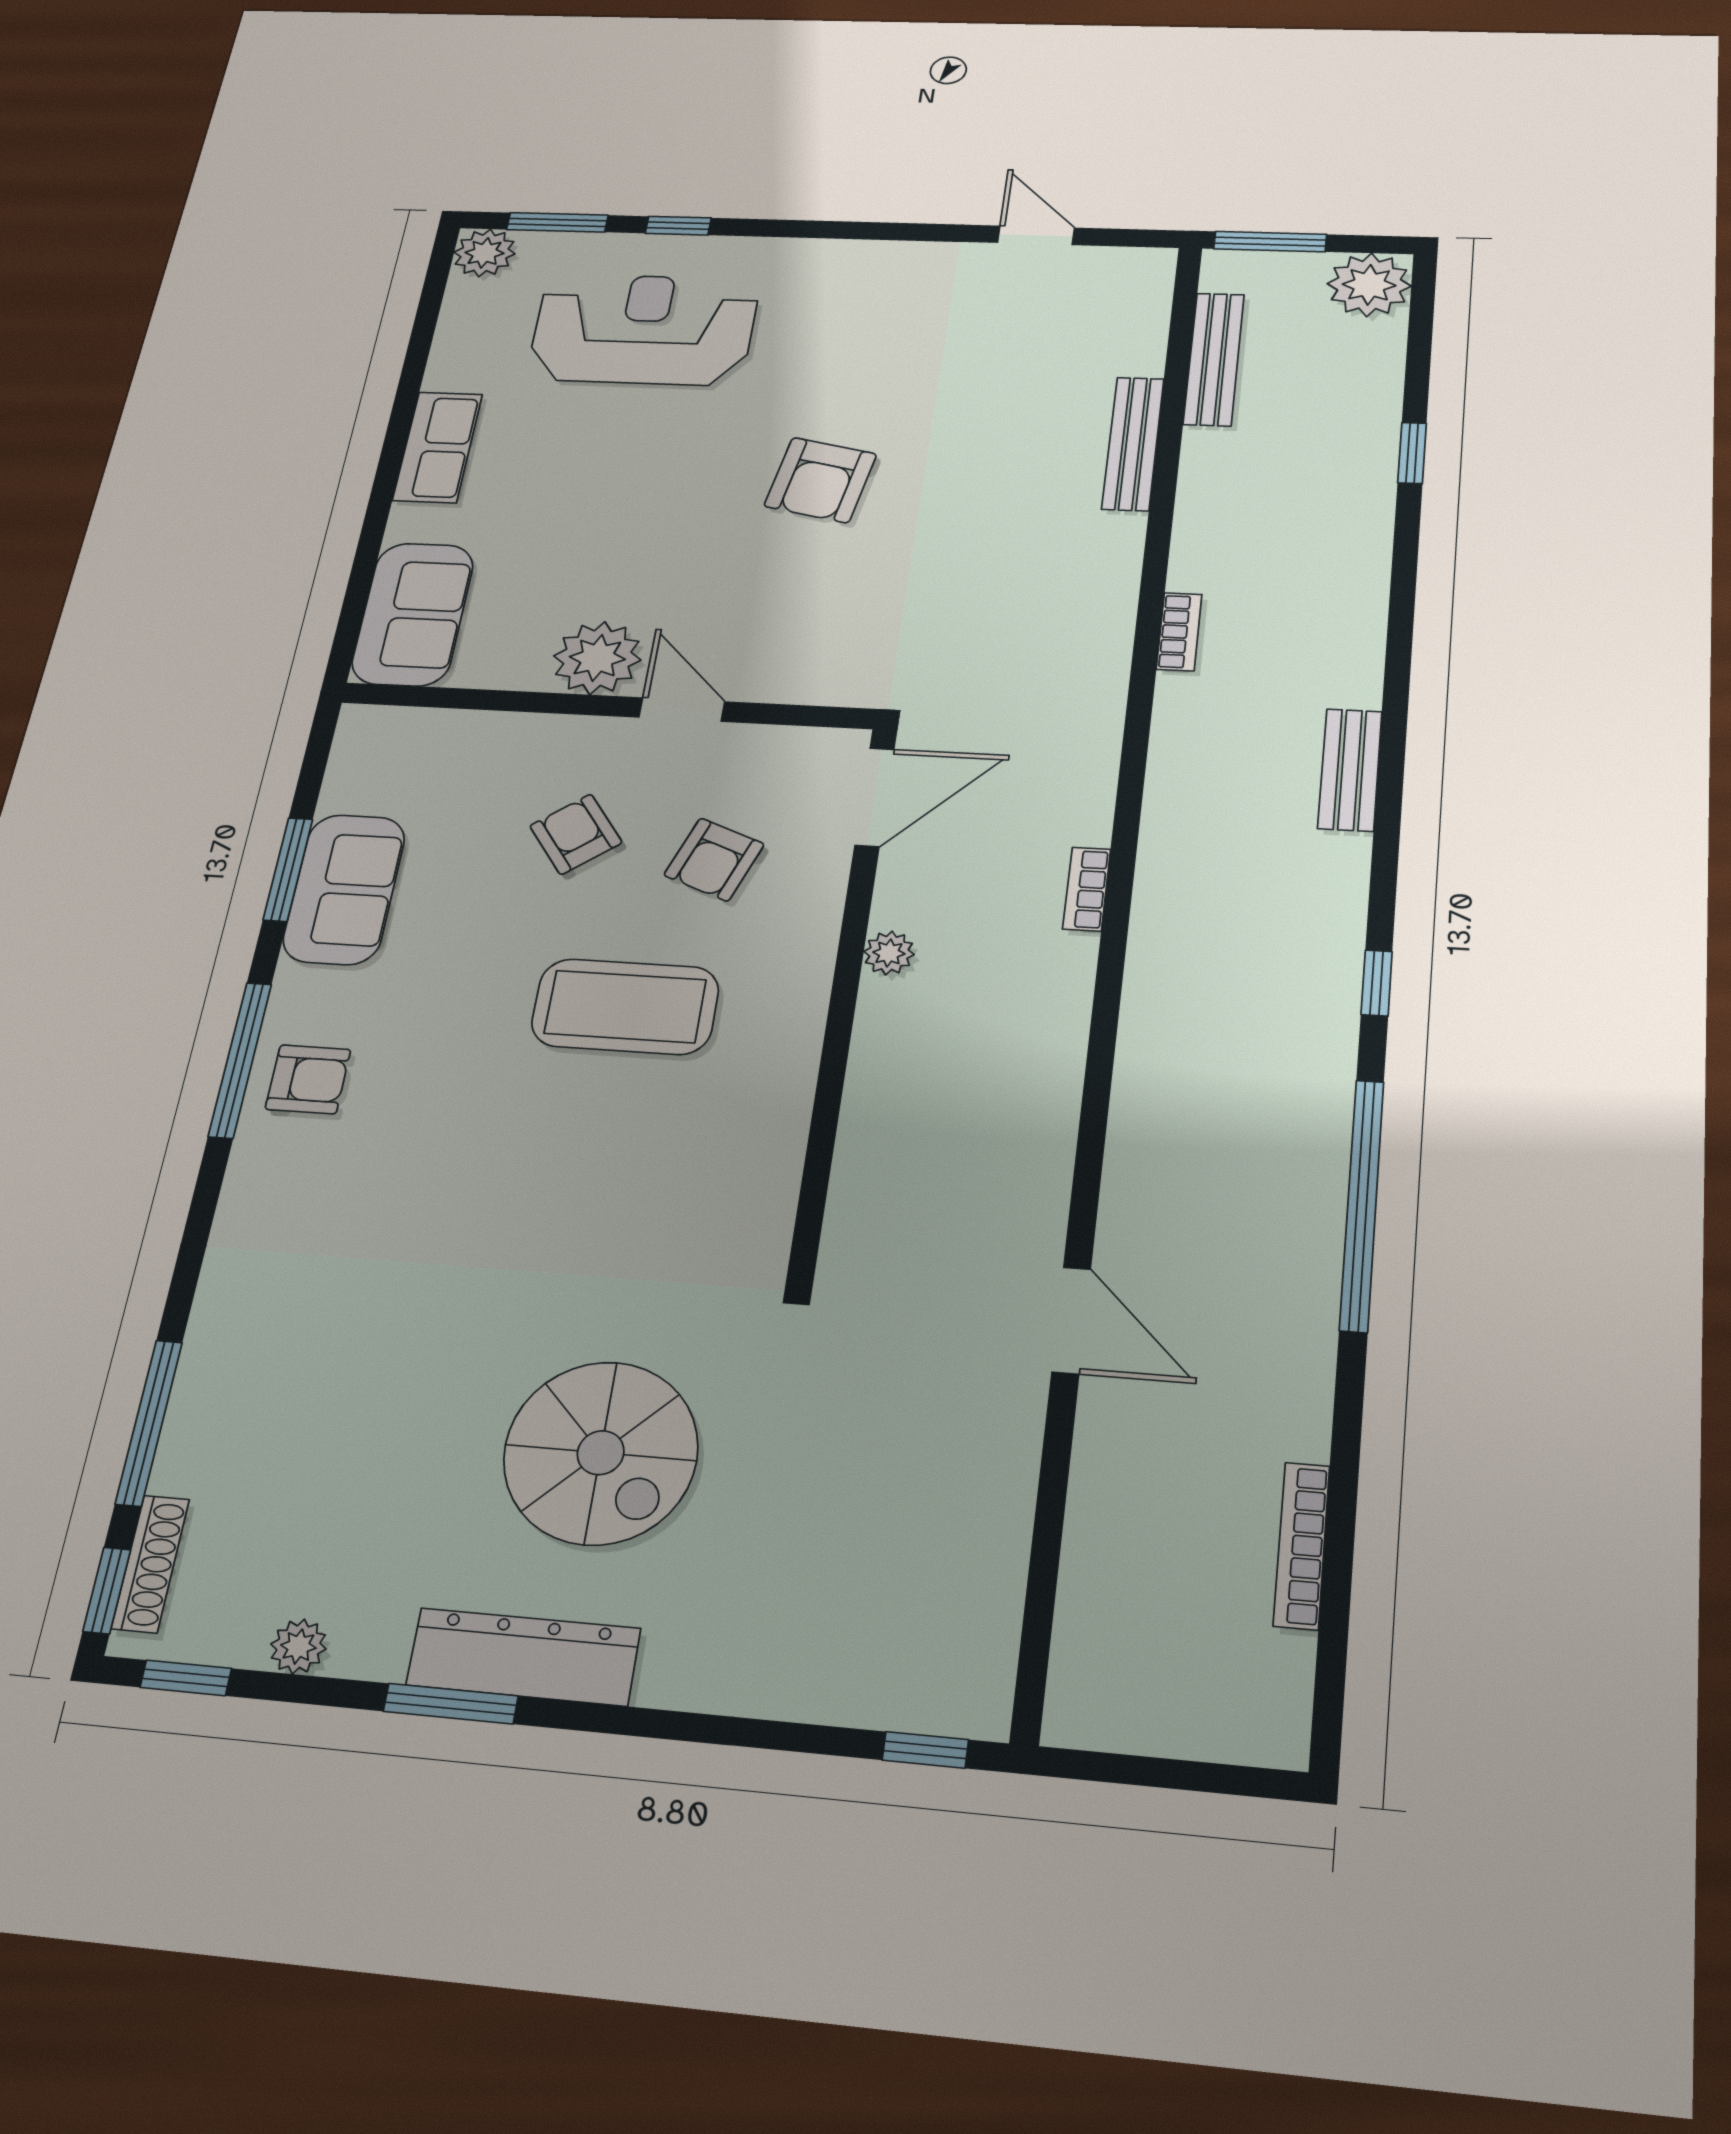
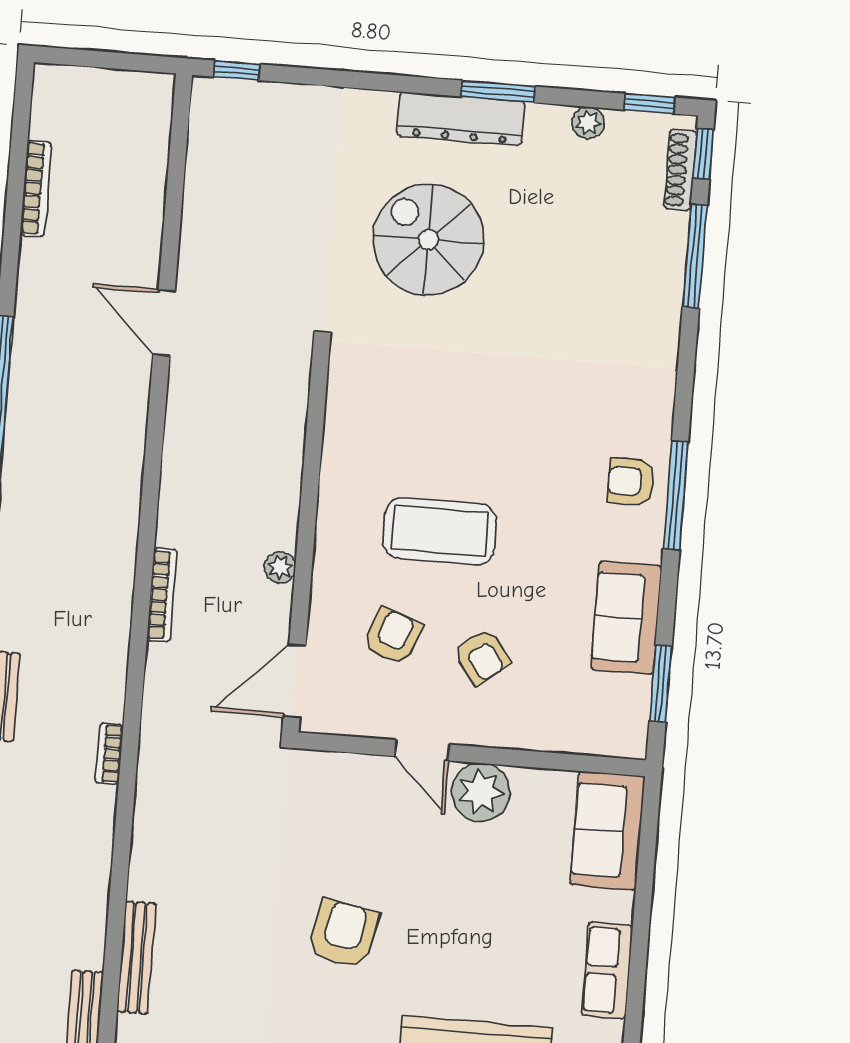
bookcase: (1179, 632) -> (109, 754), moved
window: (288, 869) -> (661, 683), moved
bookcase: (1087, 889) -> (162, 595), width x1.56

